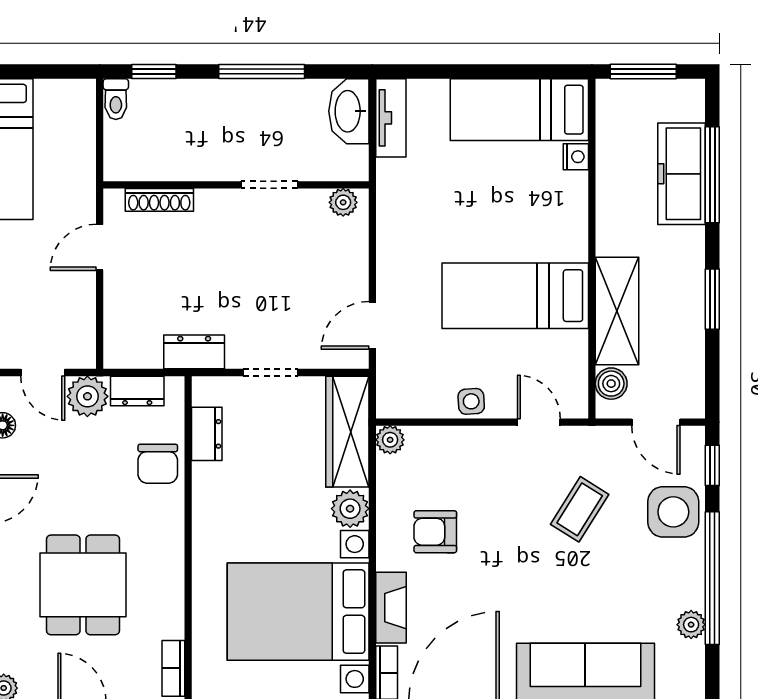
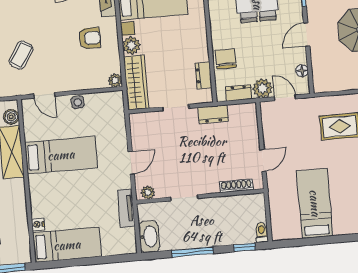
tv unit: (391, 118) -> (126, 208), moved
door: (372, 325) -> (131, 163), moved

